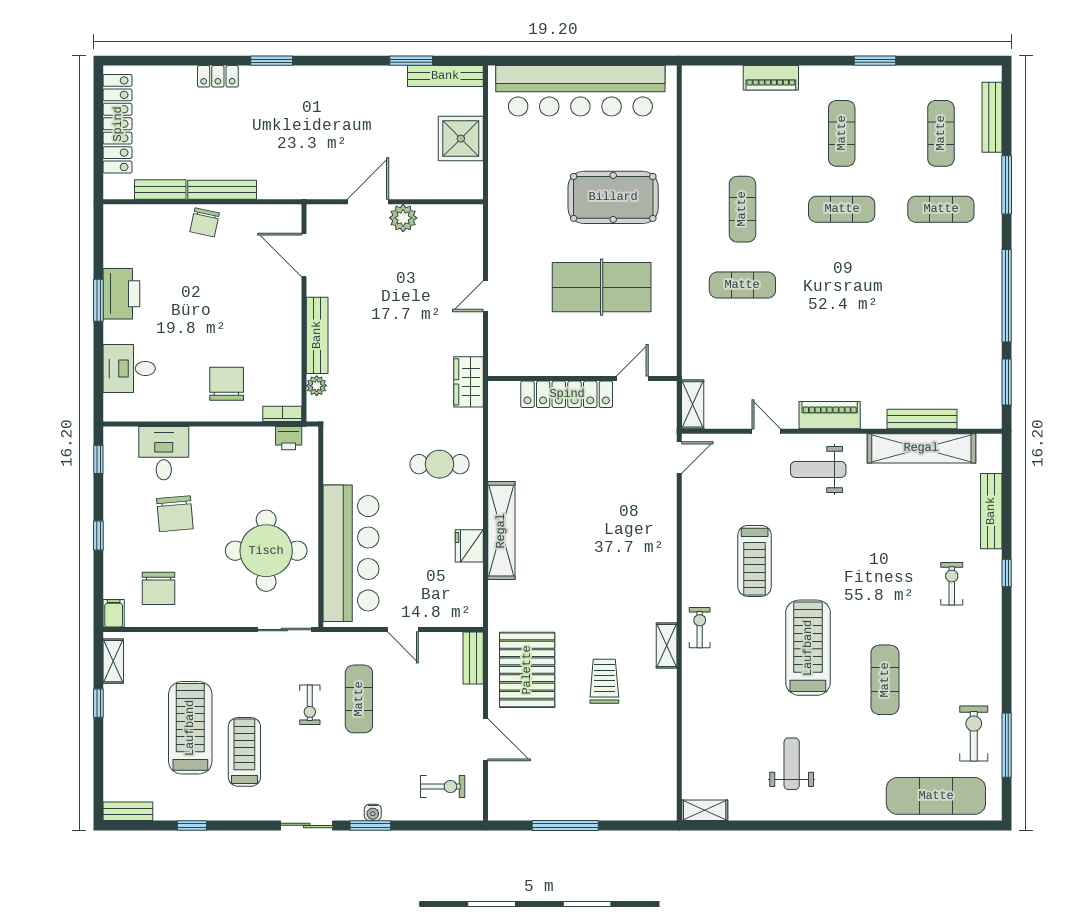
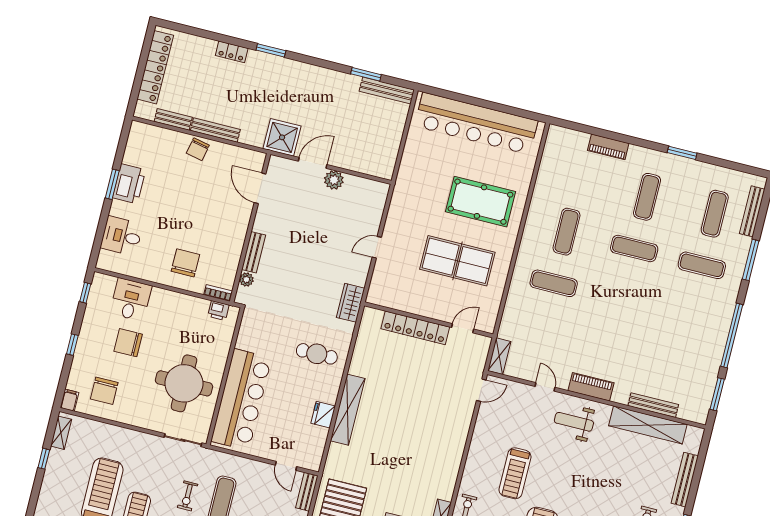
shower: (461, 139) -> (282, 137), moved
bench: (317, 335) -> (254, 252), width x0.73
chair: (175, 514) -> (128, 343), turned 95
door: (403, 630) -> (286, 466), moved

